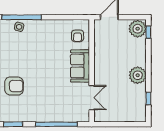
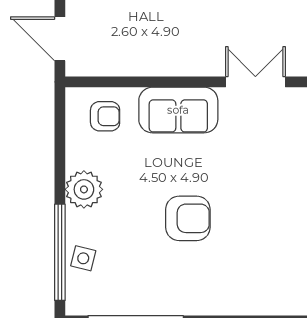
plant: (47, 27) -> (84, 189), added
armchair: (14, 86) -> (188, 218), moved, turned 90

